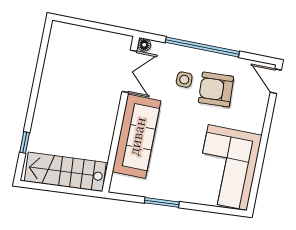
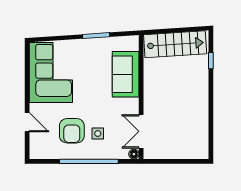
door: (276, 81) -> (27, 122), moved
armchair: (216, 89) -> (72, 131), turned 93
sofa: (137, 136) -> (126, 74), width x0.73

